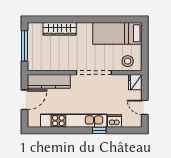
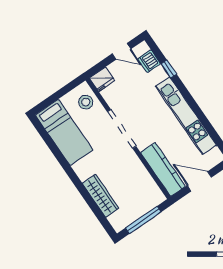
door: (145, 107) -> (121, 51), hinge flipped
dishwasher: (114, 121) -> (149, 61), moved
window: (99, 130) -> (169, 69), moved

